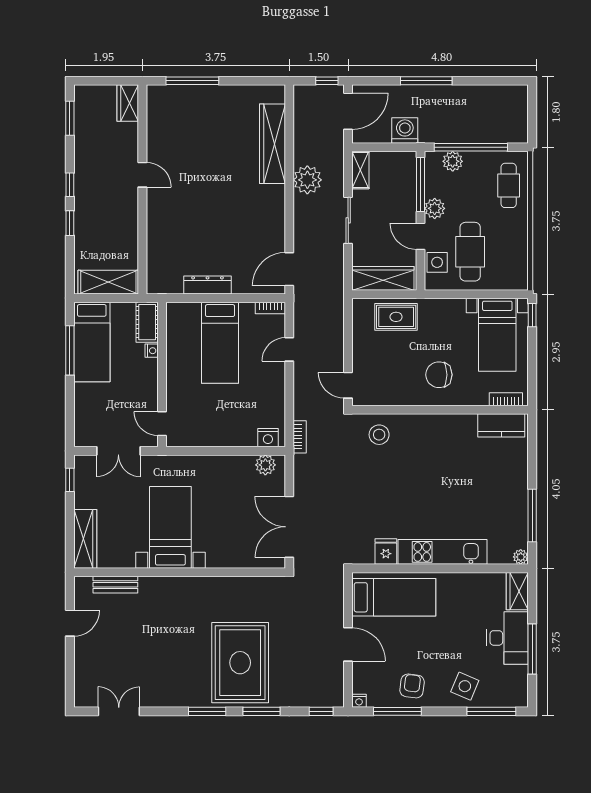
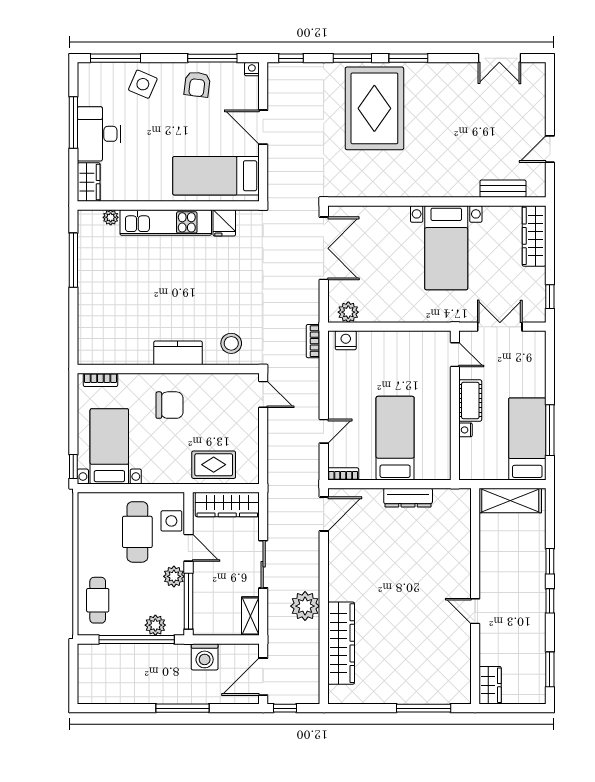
cot: (147, 322) -> (470, 400), moved
kitchen counter: (501, 425) -> (178, 353), moved
plant: (521, 557) -> (111, 217), moved

